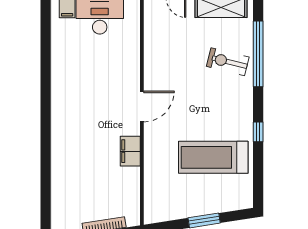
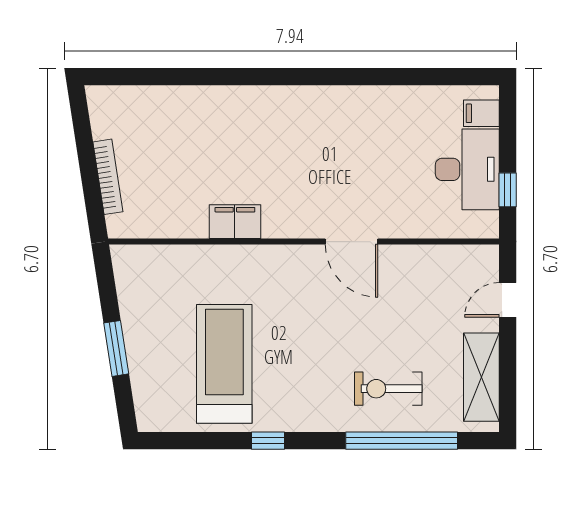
exercise bike: (228, 62) -> (388, 389), turned -104
door: (142, 106) -> (352, 242), moved

